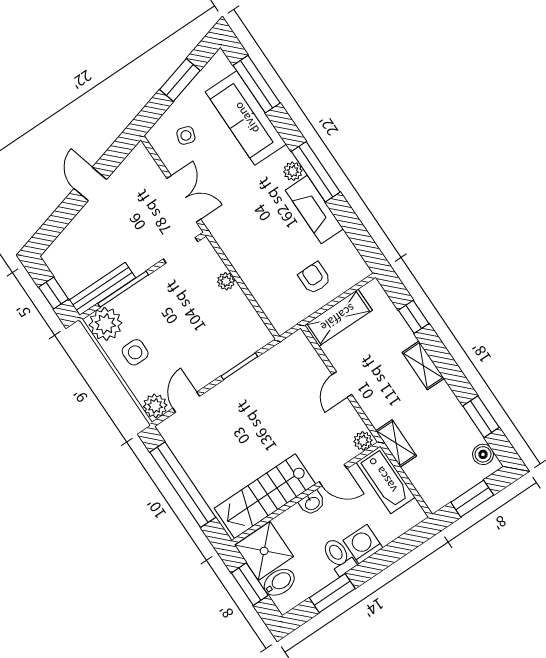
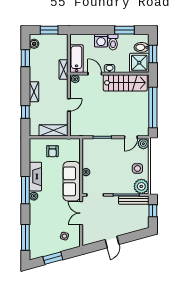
sofa: (246, 118) -> (72, 181), moved, turned 180

